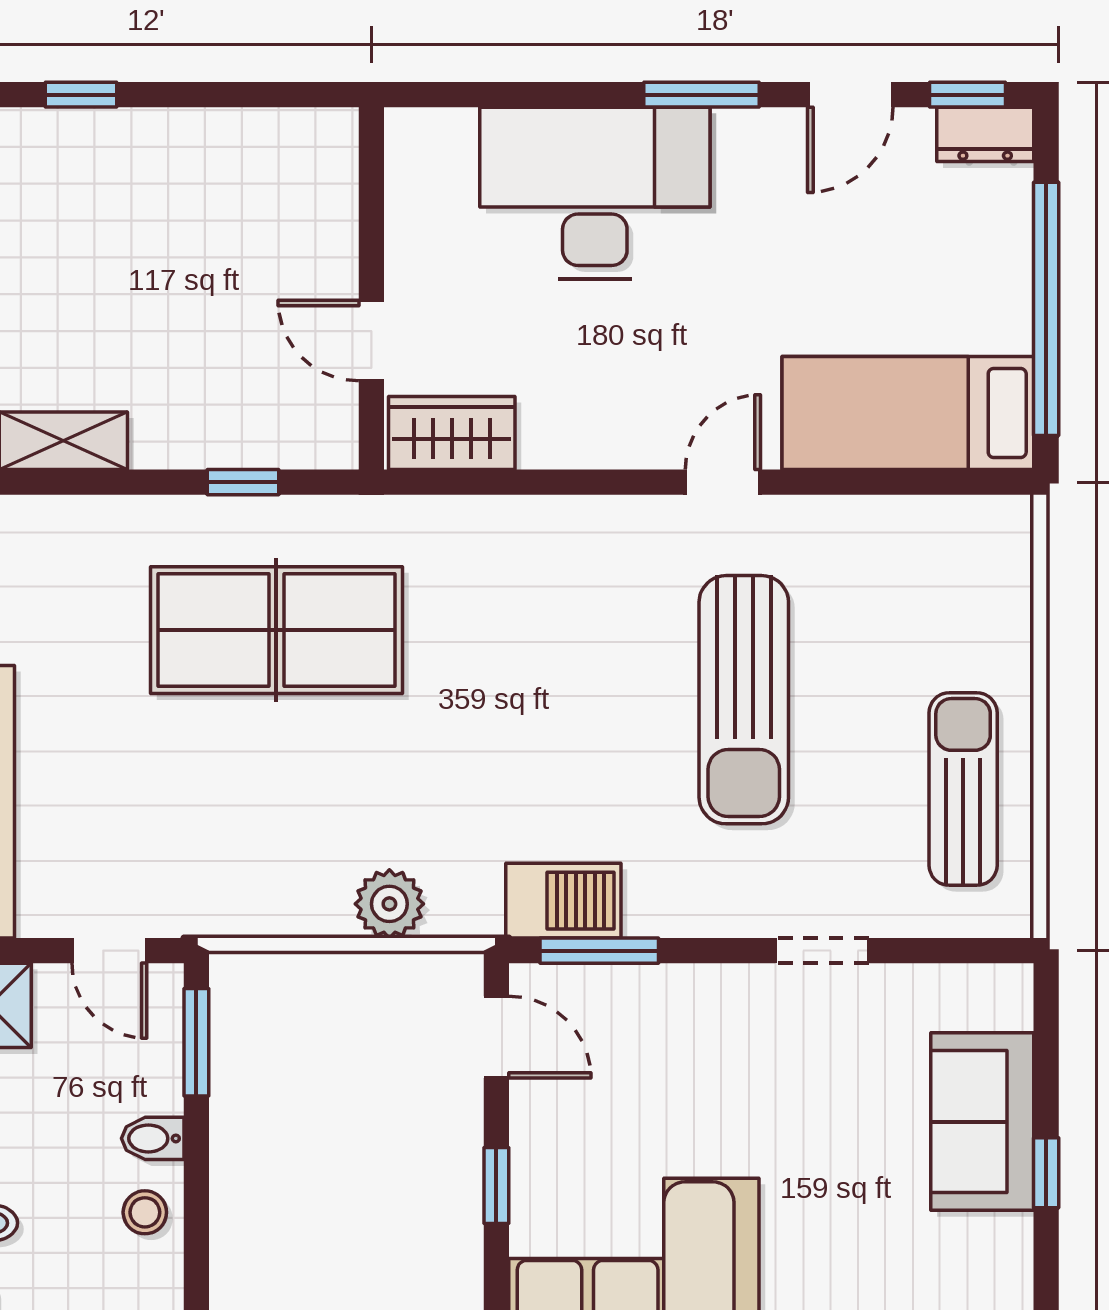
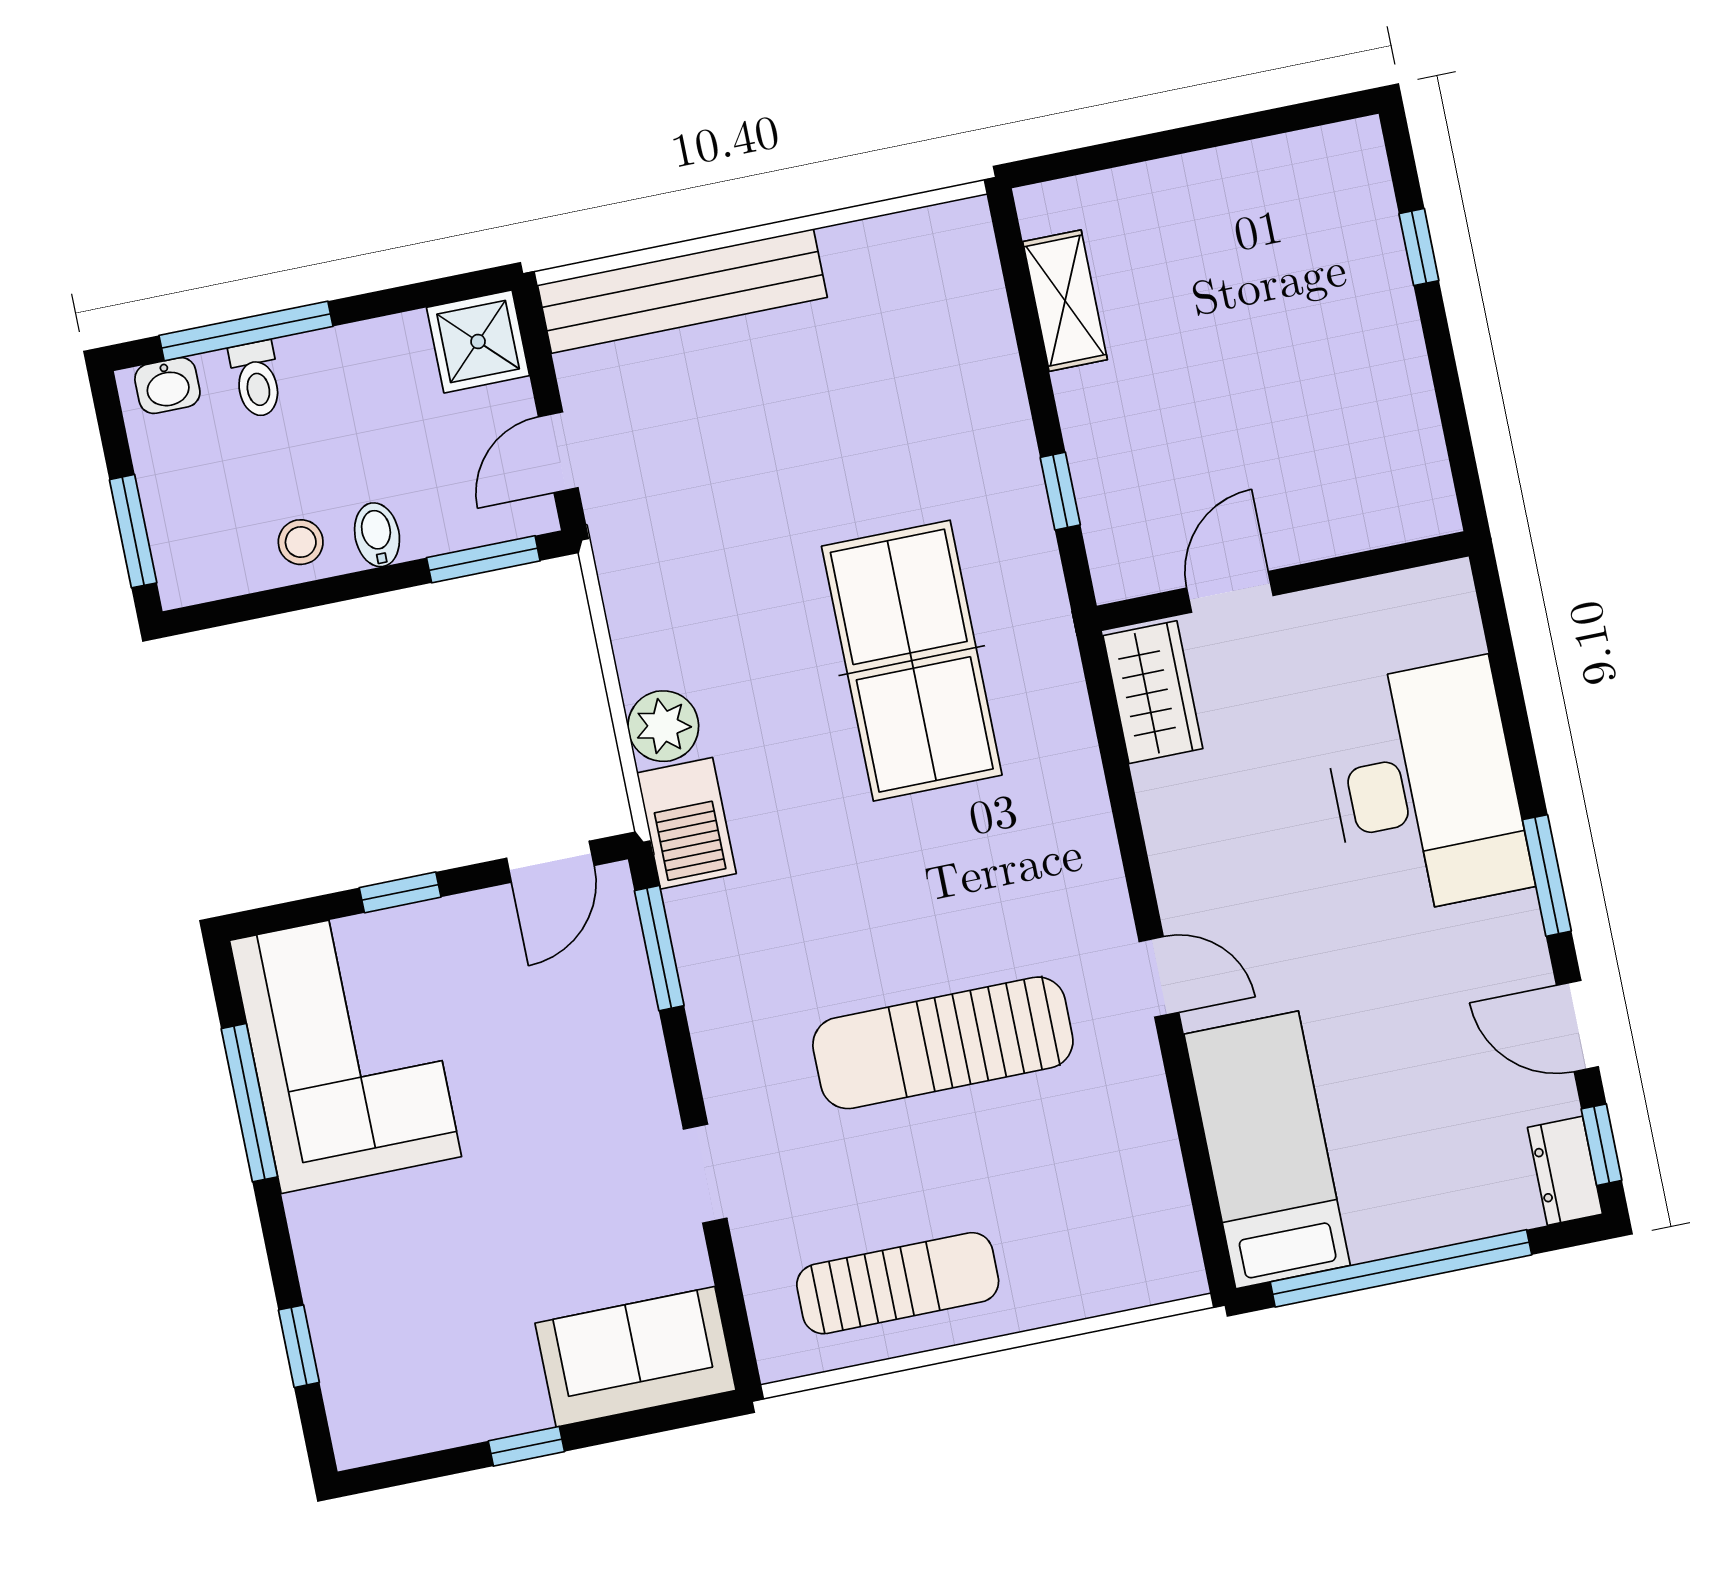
table tennis table: (276, 630) -> (912, 661), moved
barbecue: (563, 901) -> (687, 823), moved
sofa: (982, 1122) -> (635, 1357), moved

